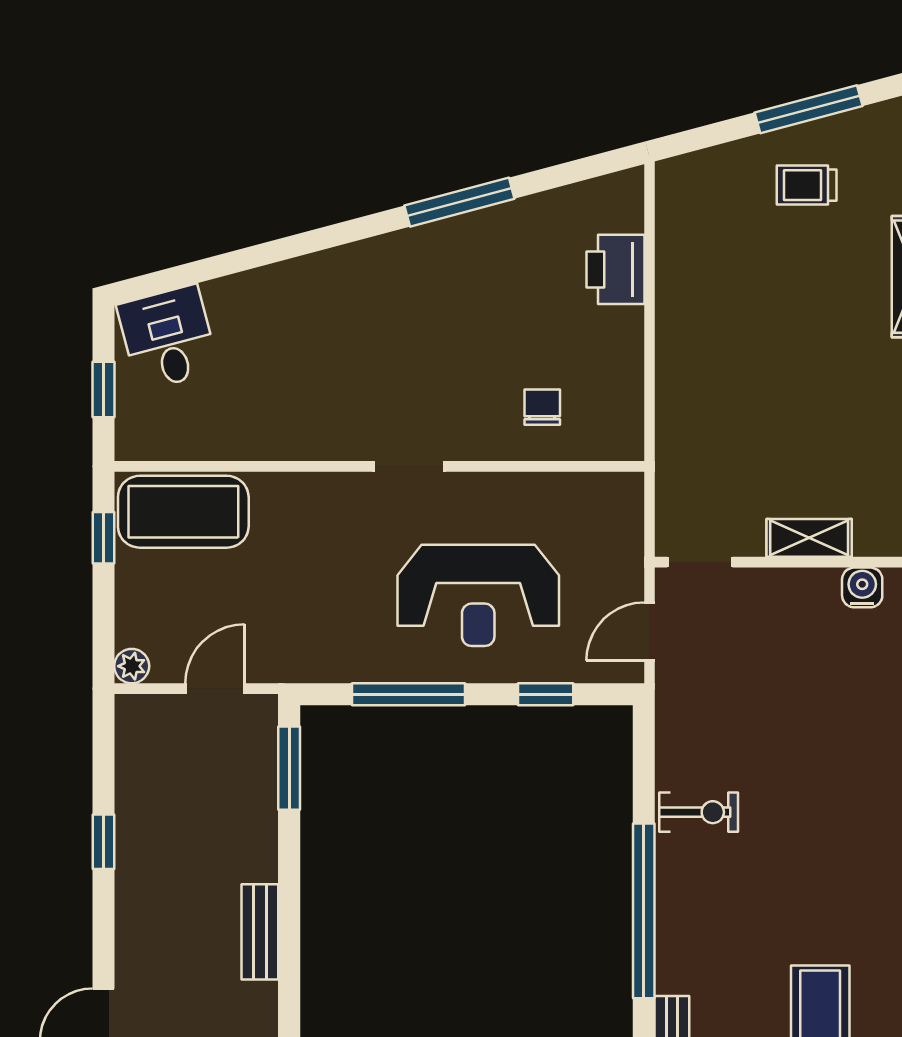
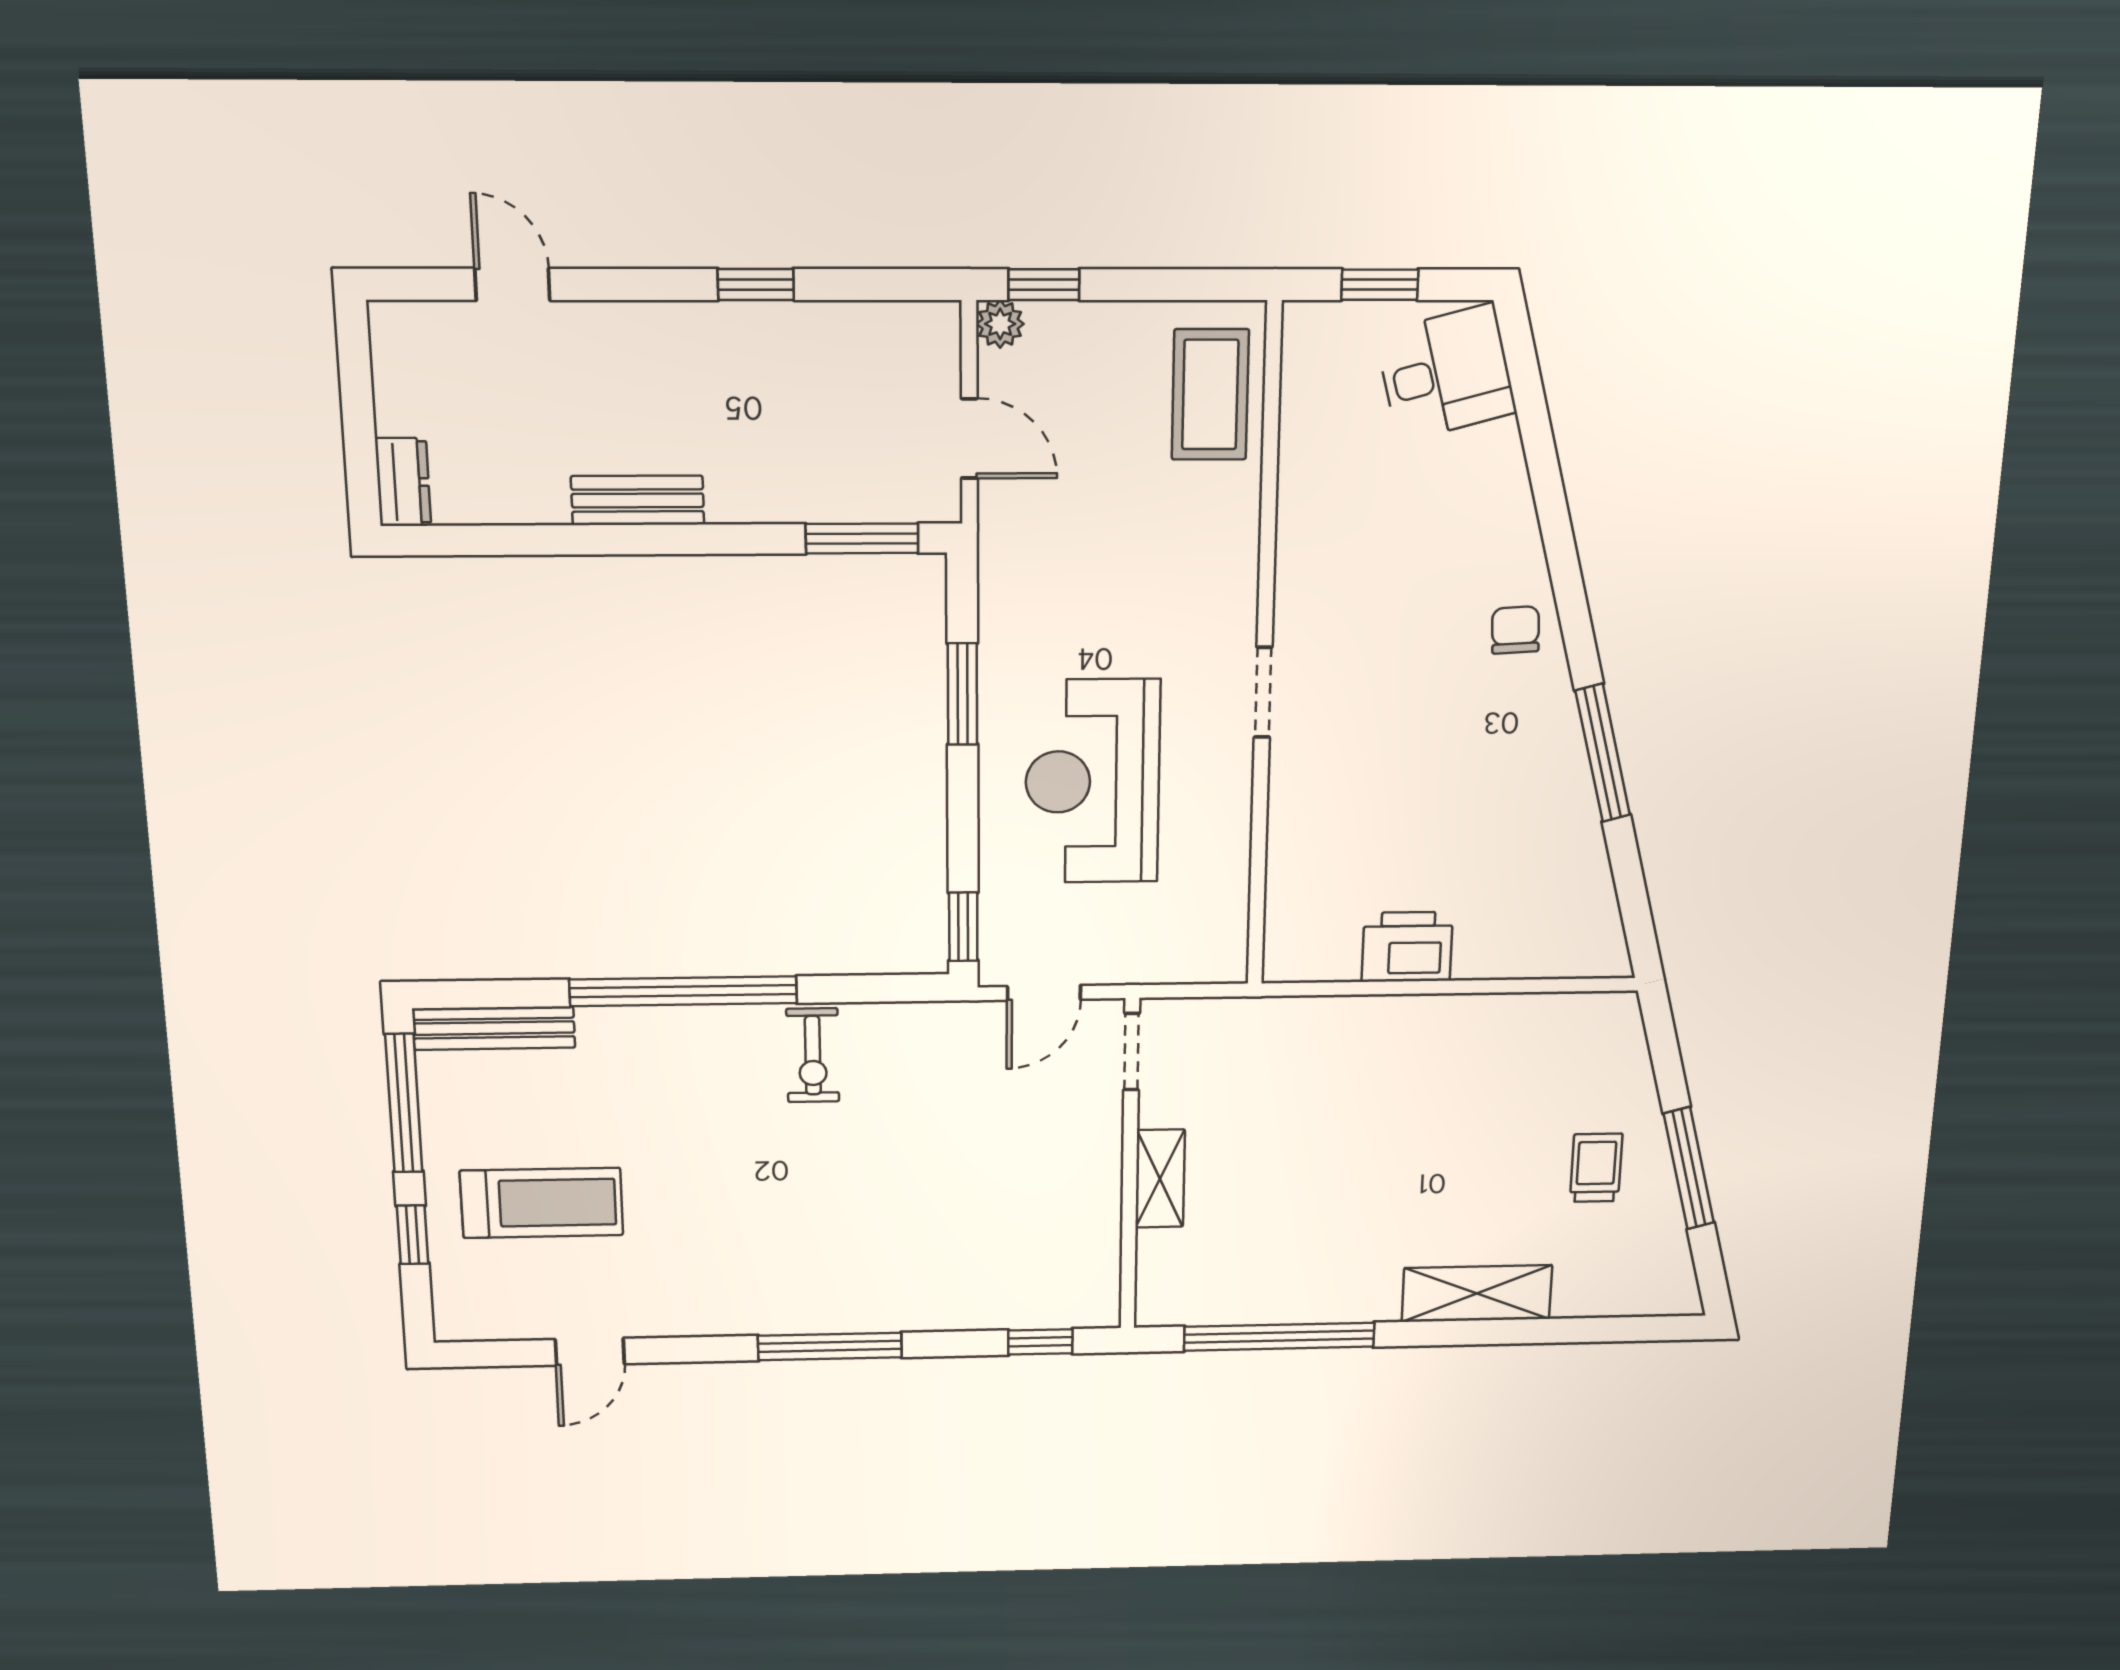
printer: (616, 269) -> (1407, 947), moved
chair: (542, 407) -> (1515, 630), moved, turned -93
coffee table: (183, 512) -> (1210, 395), width x0.73, depth x0.76
window: (104, 538) -> (1044, 285), moved
water cooler: (862, 587) -> (1097, 1241), removed
door: (650, 632) -> (1044, 993), swing flipped
window: (408, 694) -> (962, 694), width x0.69
window: (546, 694) -> (963, 927), moved

